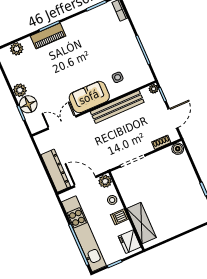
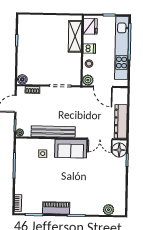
piano: (48, 36) -> (56, 208), moved
plant: (20, 90) -> (120, 178), removed
floor lamp: (28, 104) -> (119, 150), moved
dresser: (56, 171) -> (121, 121), moved

